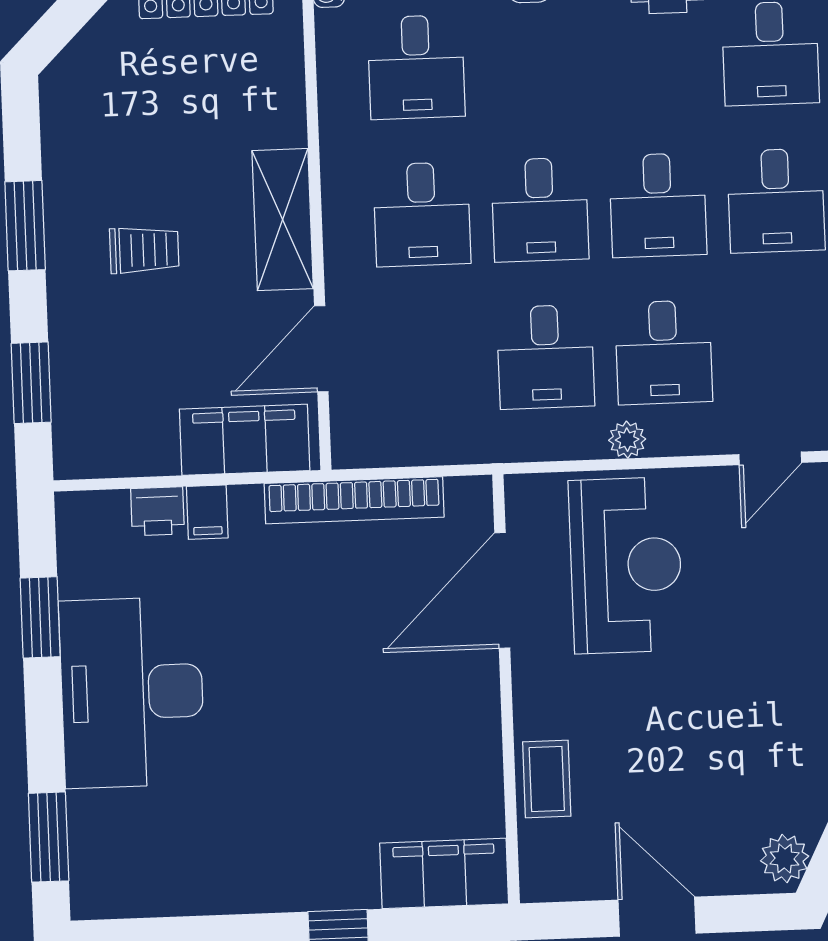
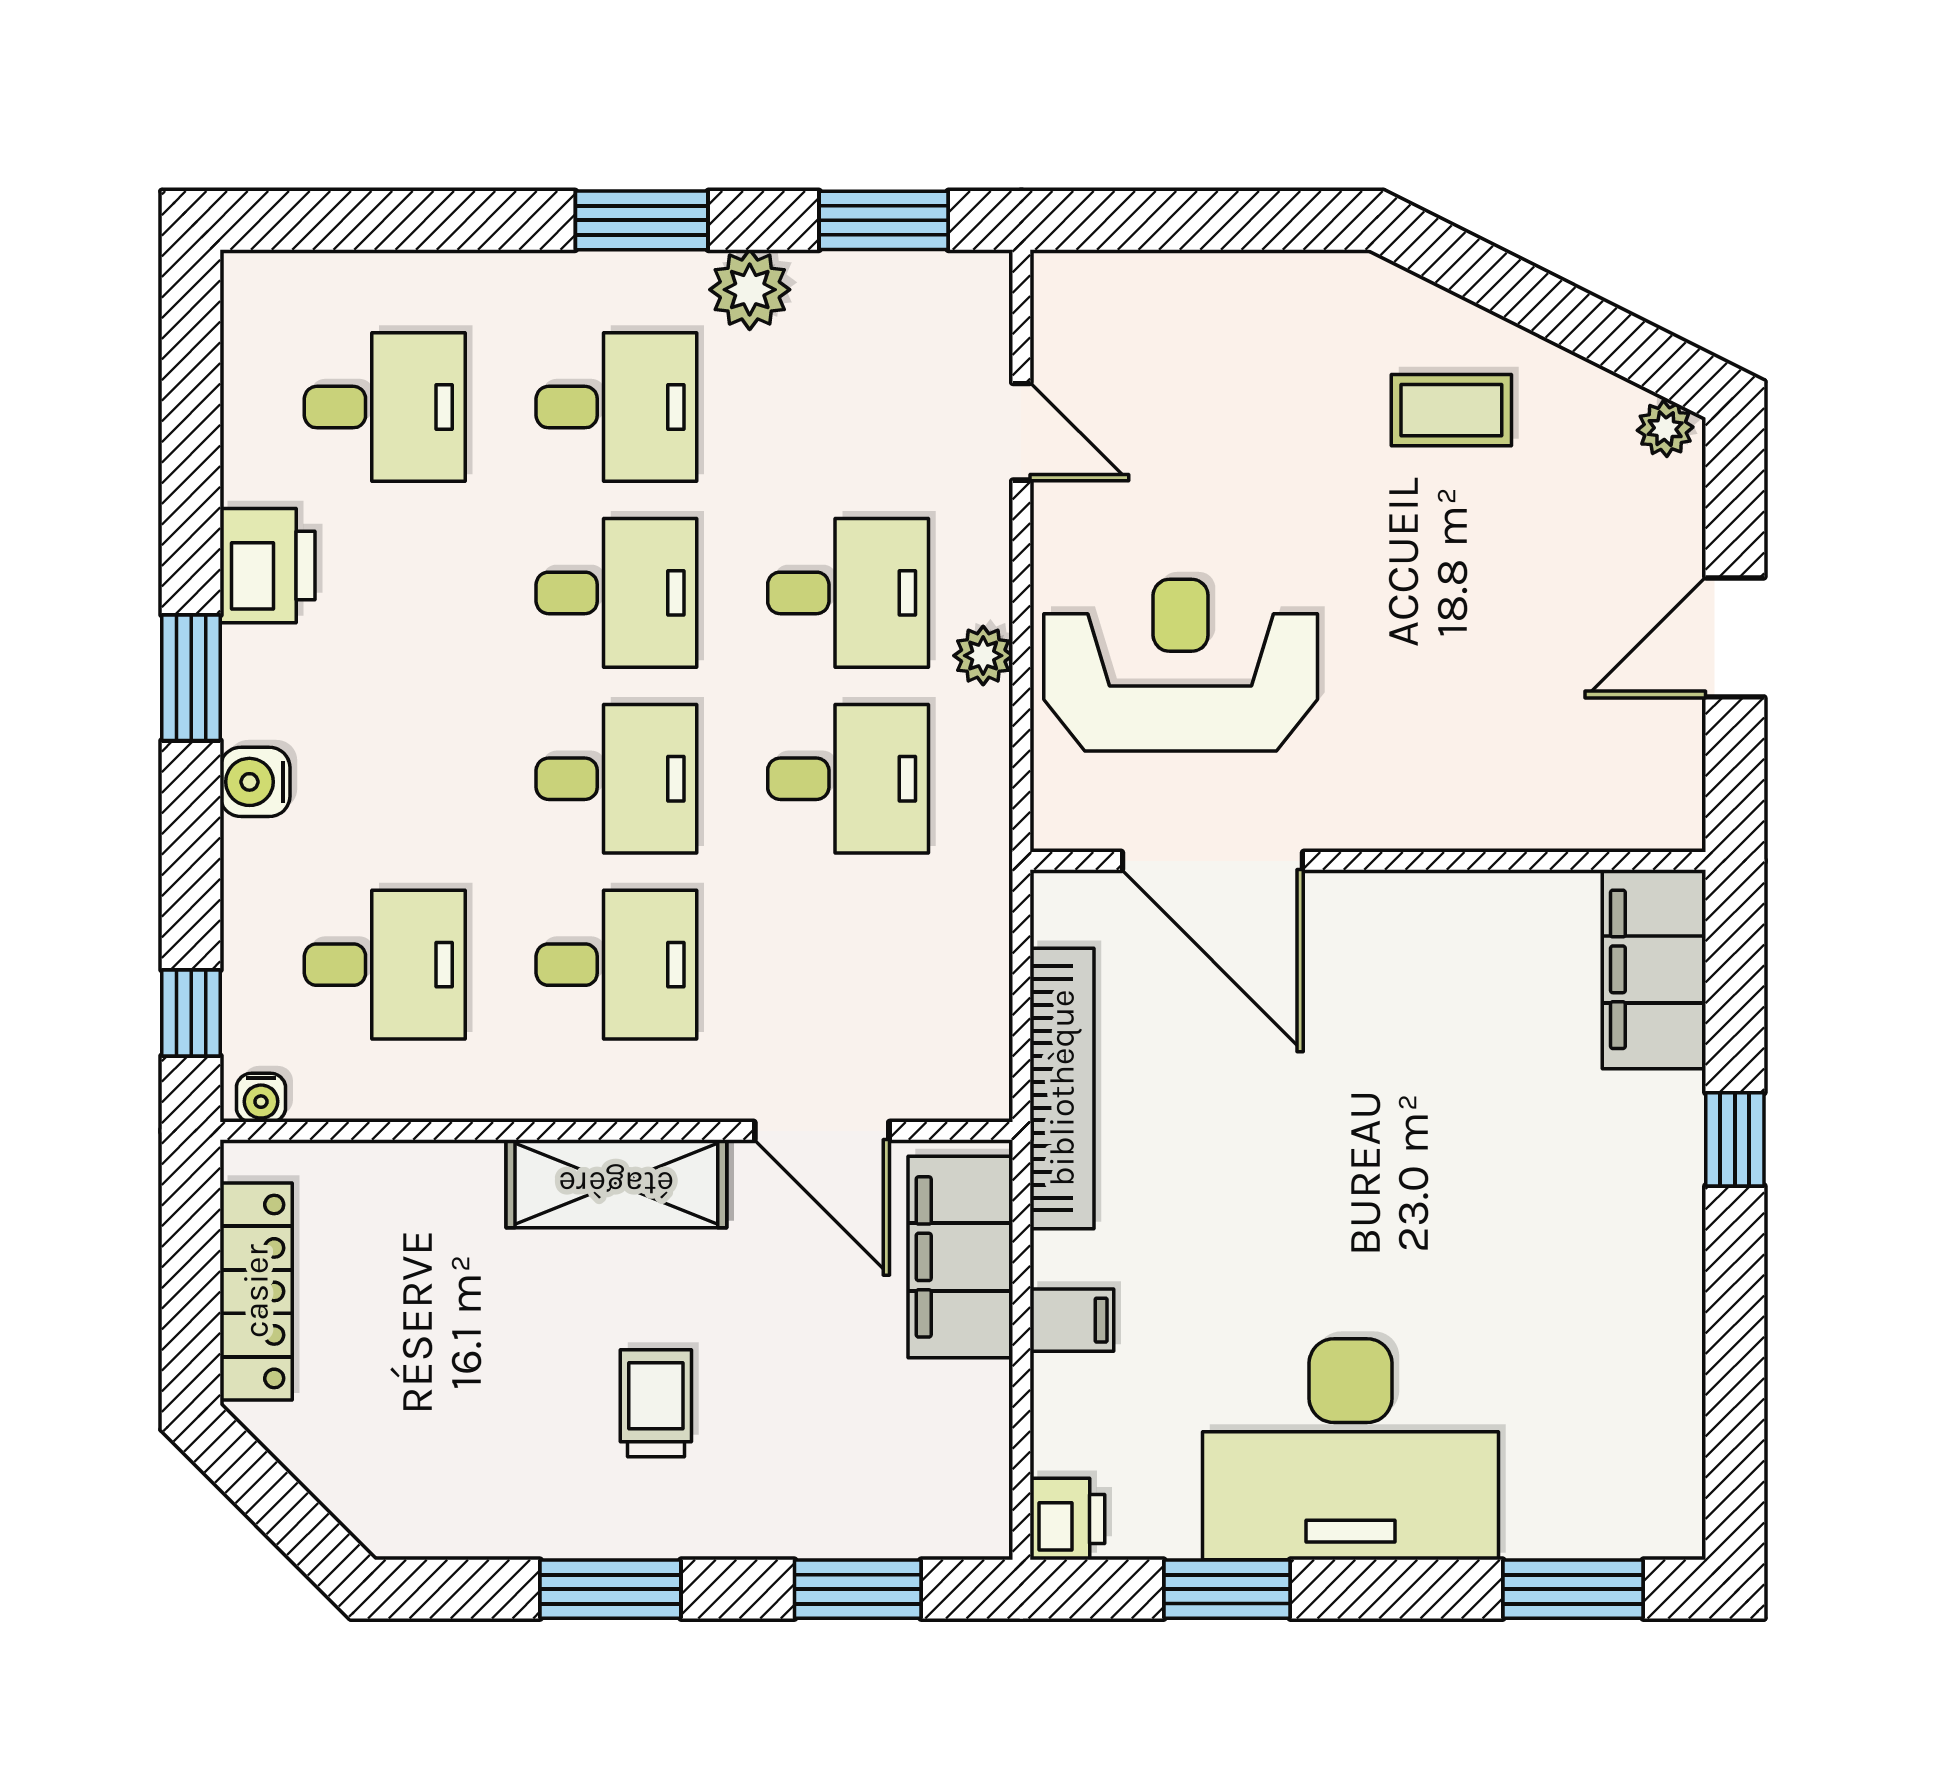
printer: (157, 511) -> (1067, 1519), moved
coffee table: (547, 779) -> (1451, 410), moved
plant: (785, 858) -> (1665, 429), width x0.73, depth x0.73

